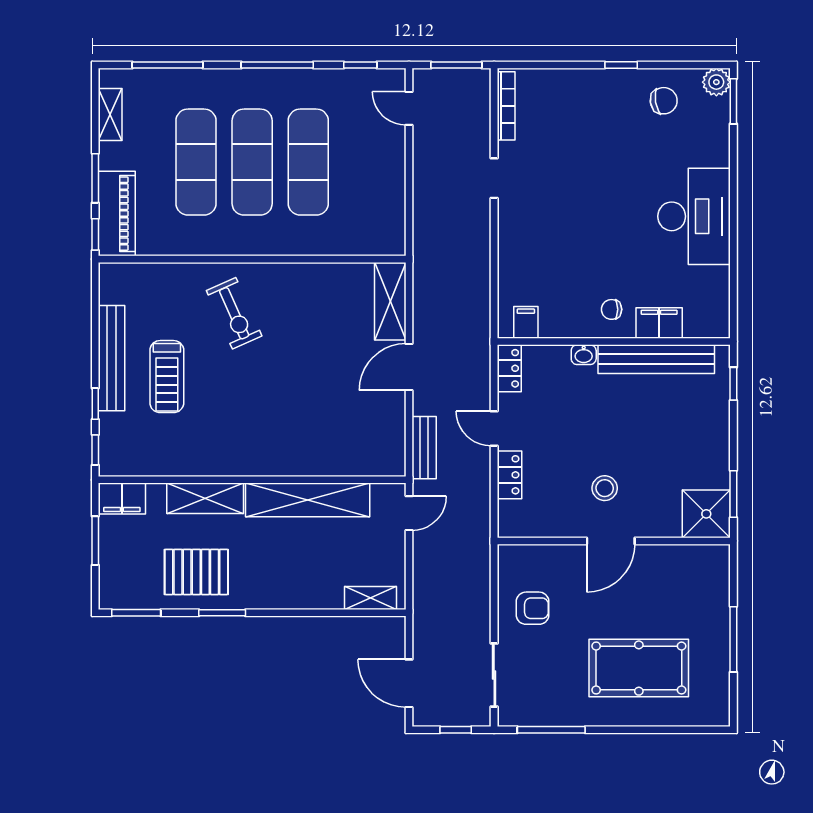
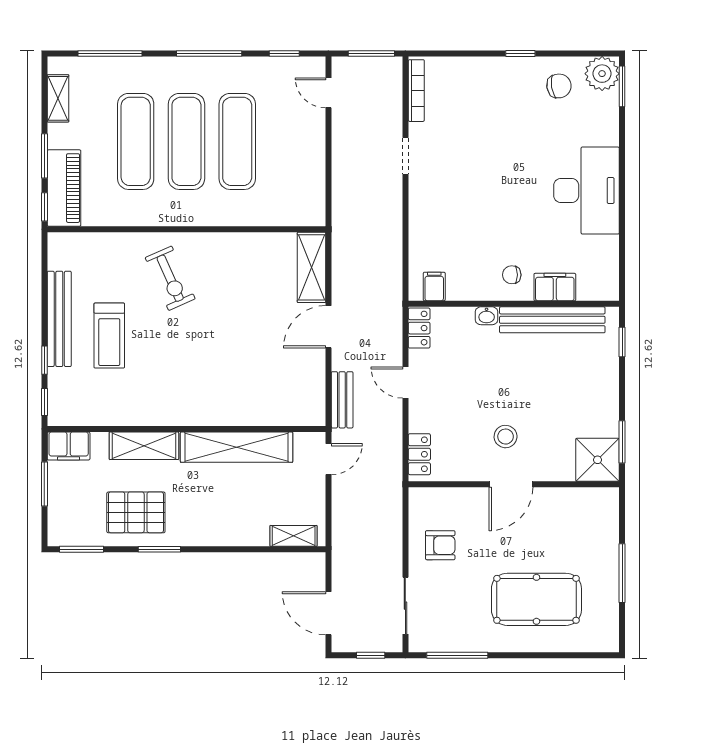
plant: (716, 82) -> (602, 74), width x1.36, depth x1.36
locker: (509, 475) -> (419, 454), moved

